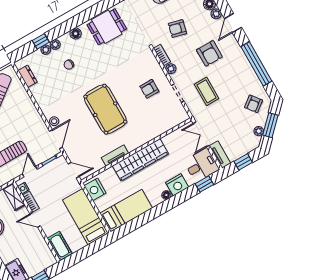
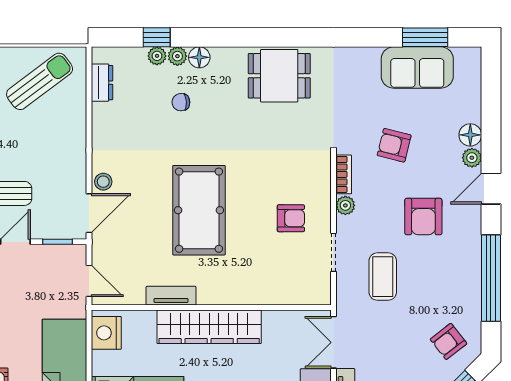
floor lamp: (76, 34) -> (199, 57), moved
armchair: (149, 89) -> (291, 218), turned 180

